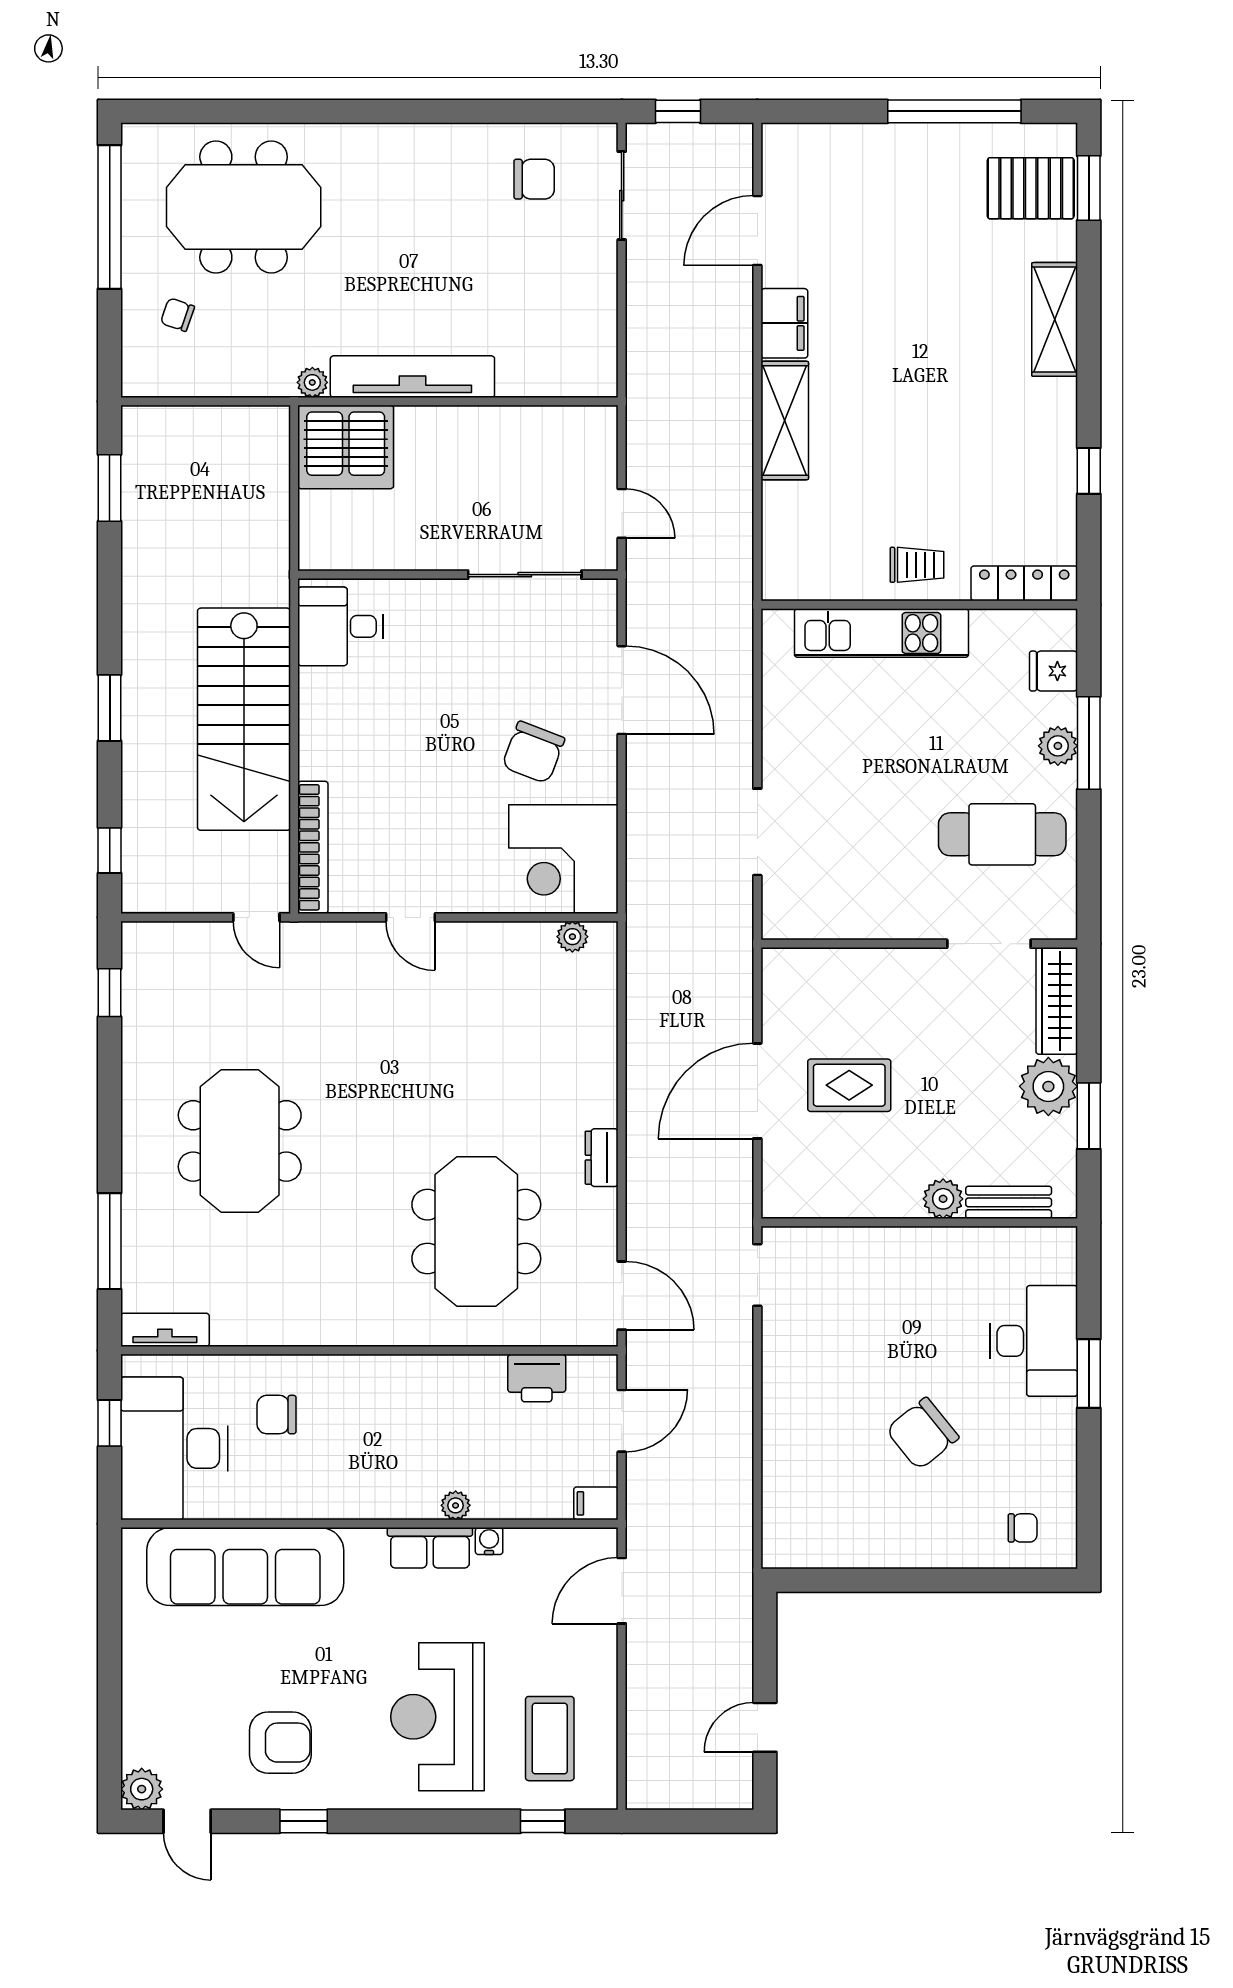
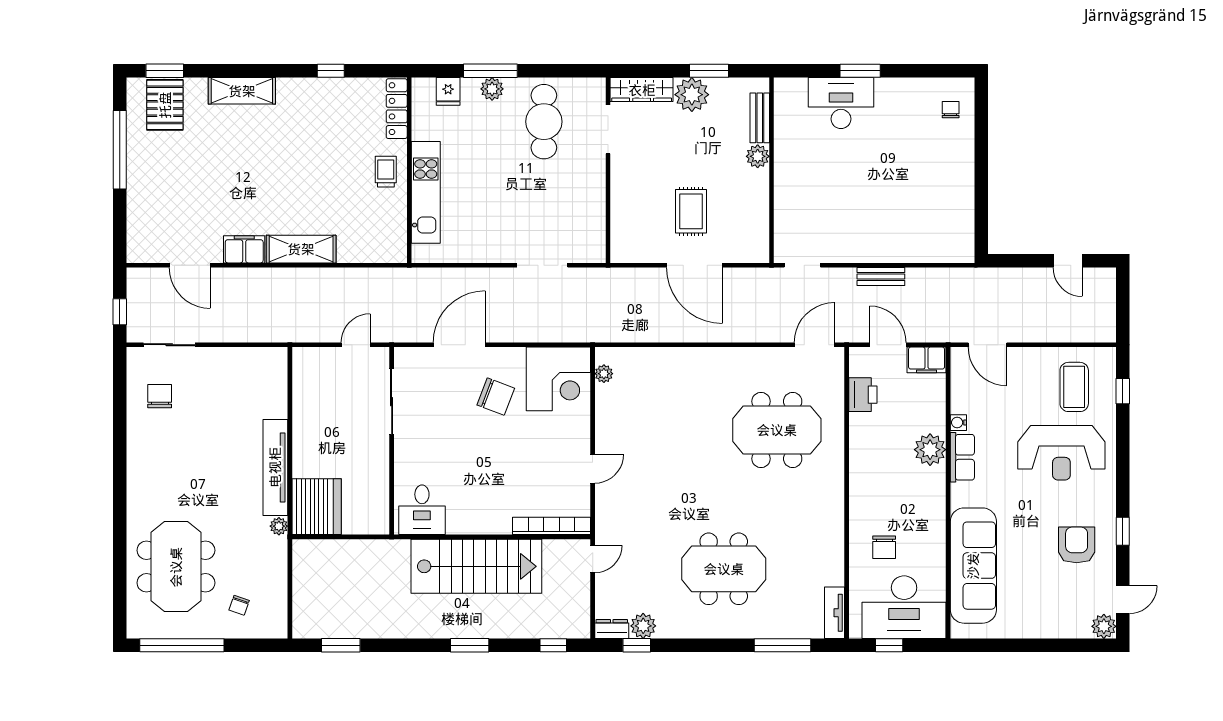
plant: (142, 1004) -> (643, 626), added
dresser: (602, 1158) -> (612, 629), moved, turned 180
bench: (738, 1409) -> (881, 276), added
chair: (922, 1434) -> (895, 168), removed
filing cabinet: (596, 1503) -> (927, 360), width x2.00
plant: (456, 1505) -> (930, 450), width x1.88, depth x1.88
coffee table: (550, 1739) -> (1074, 387), turned 90

